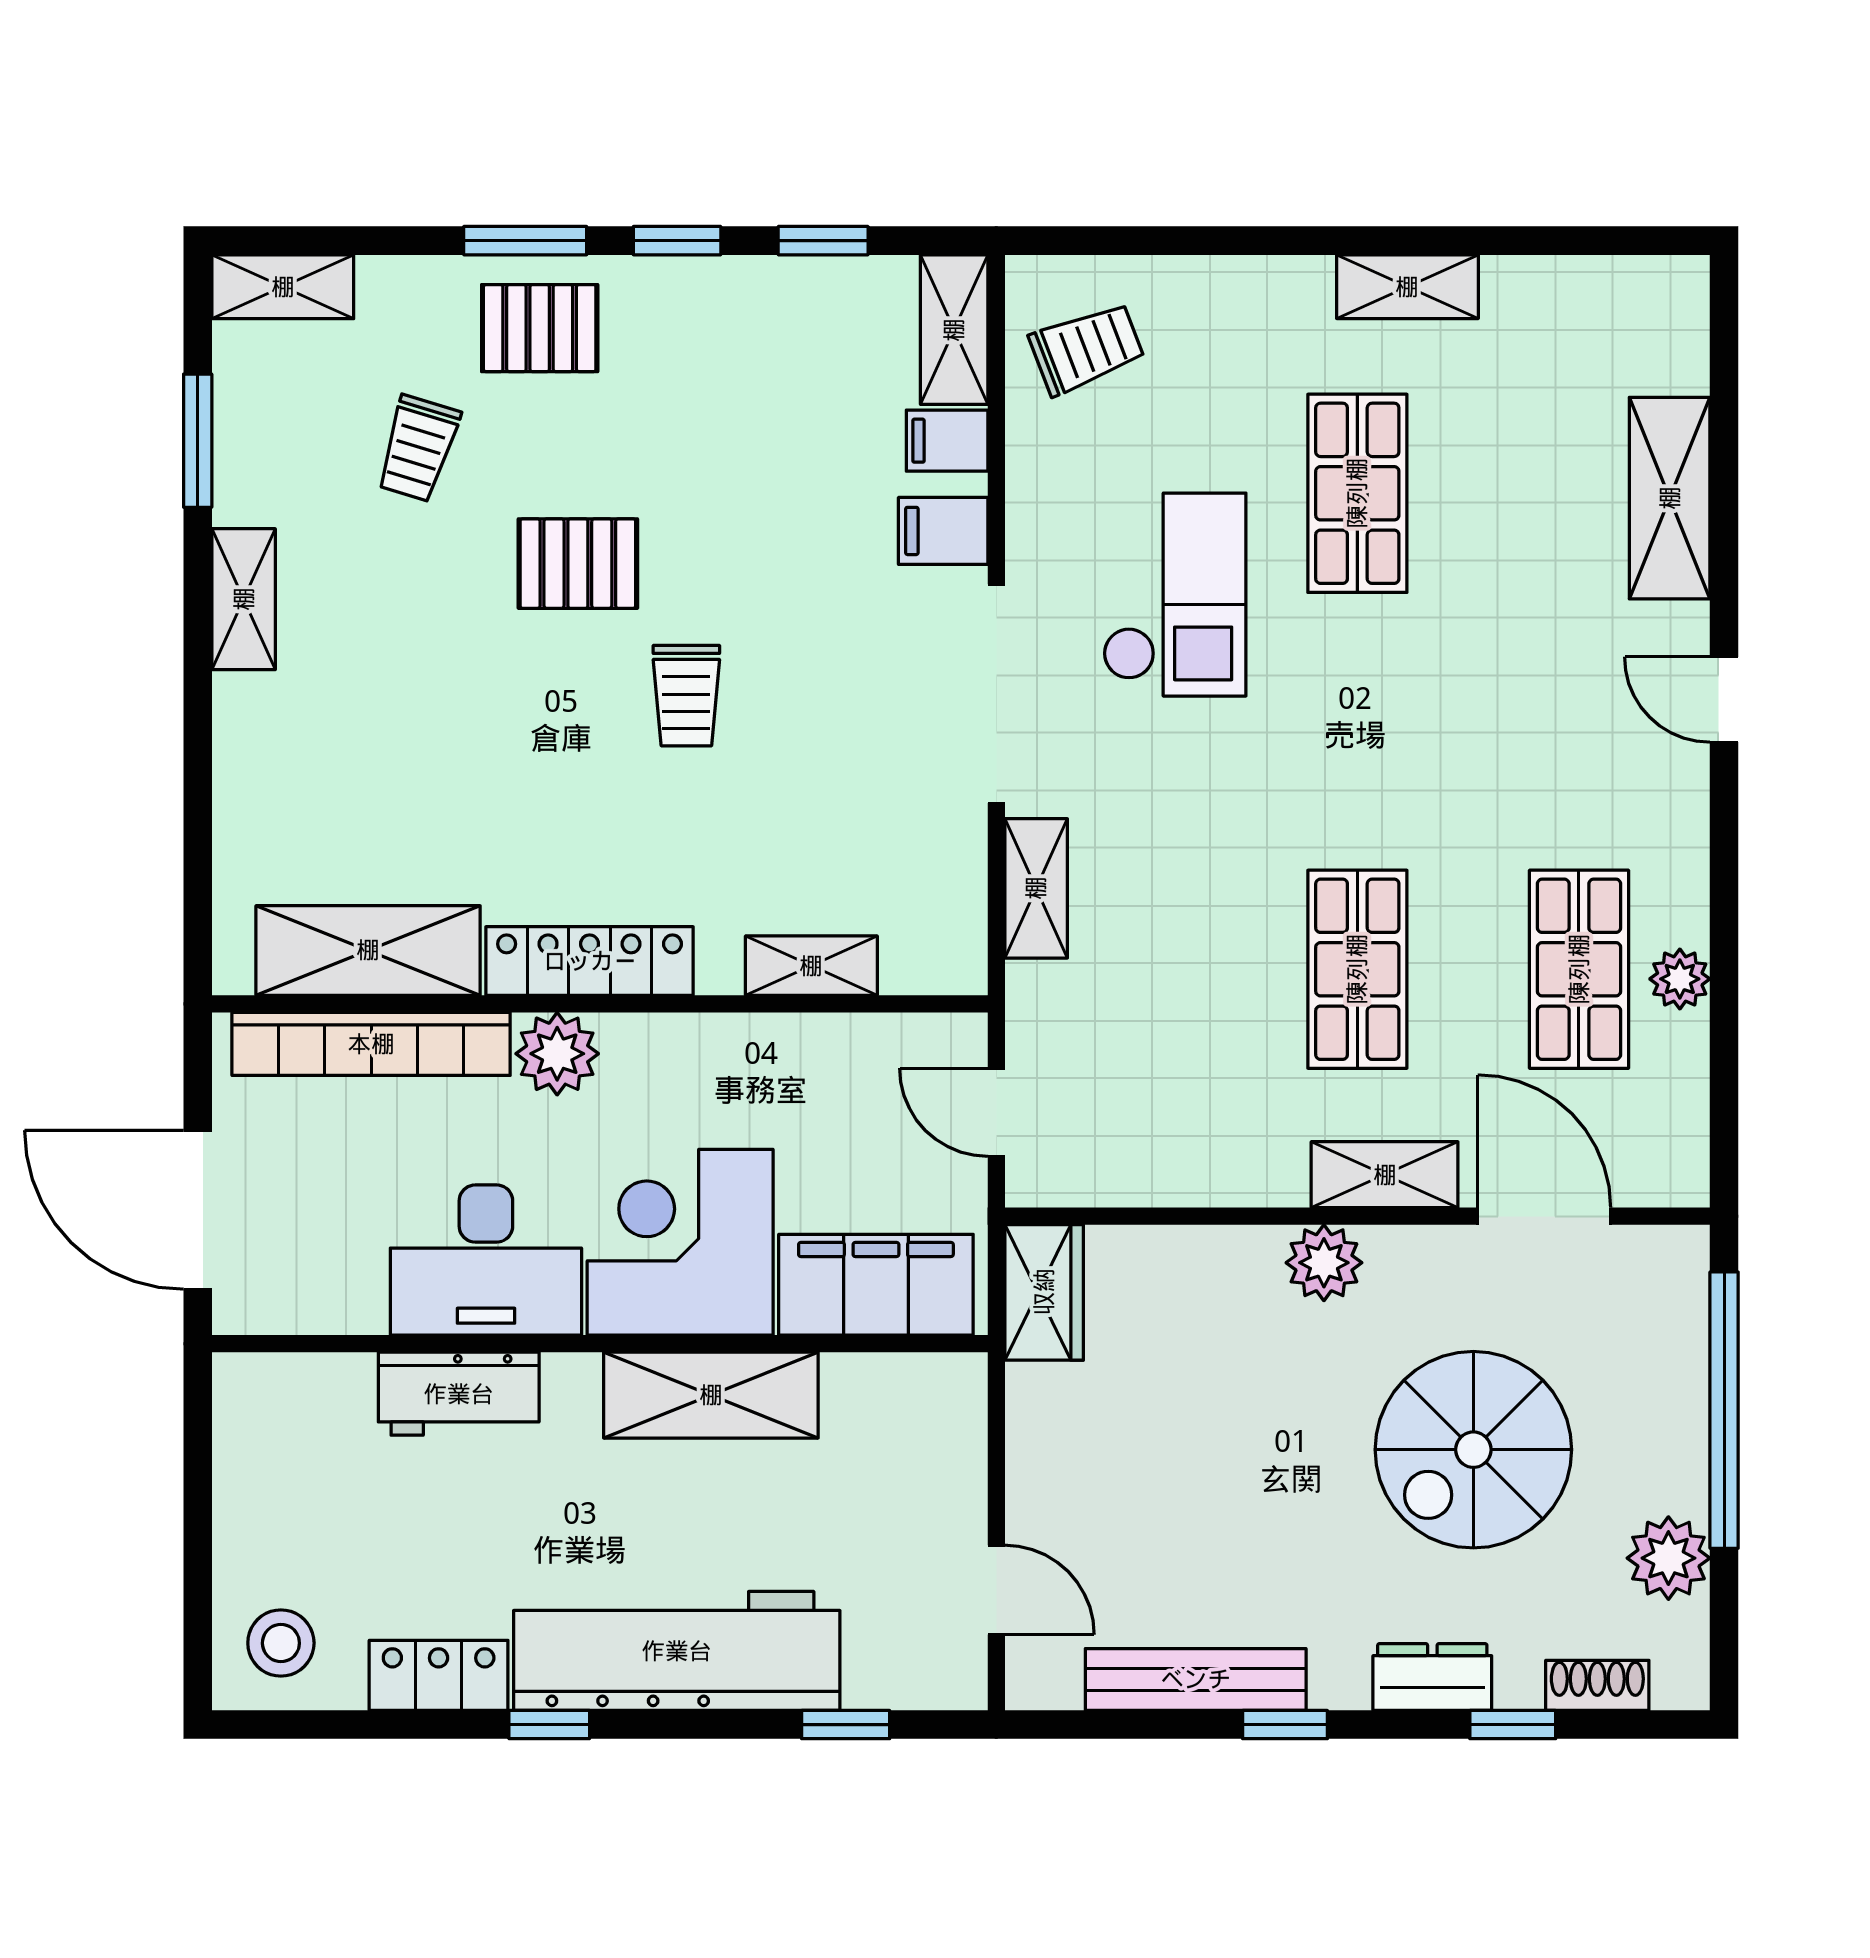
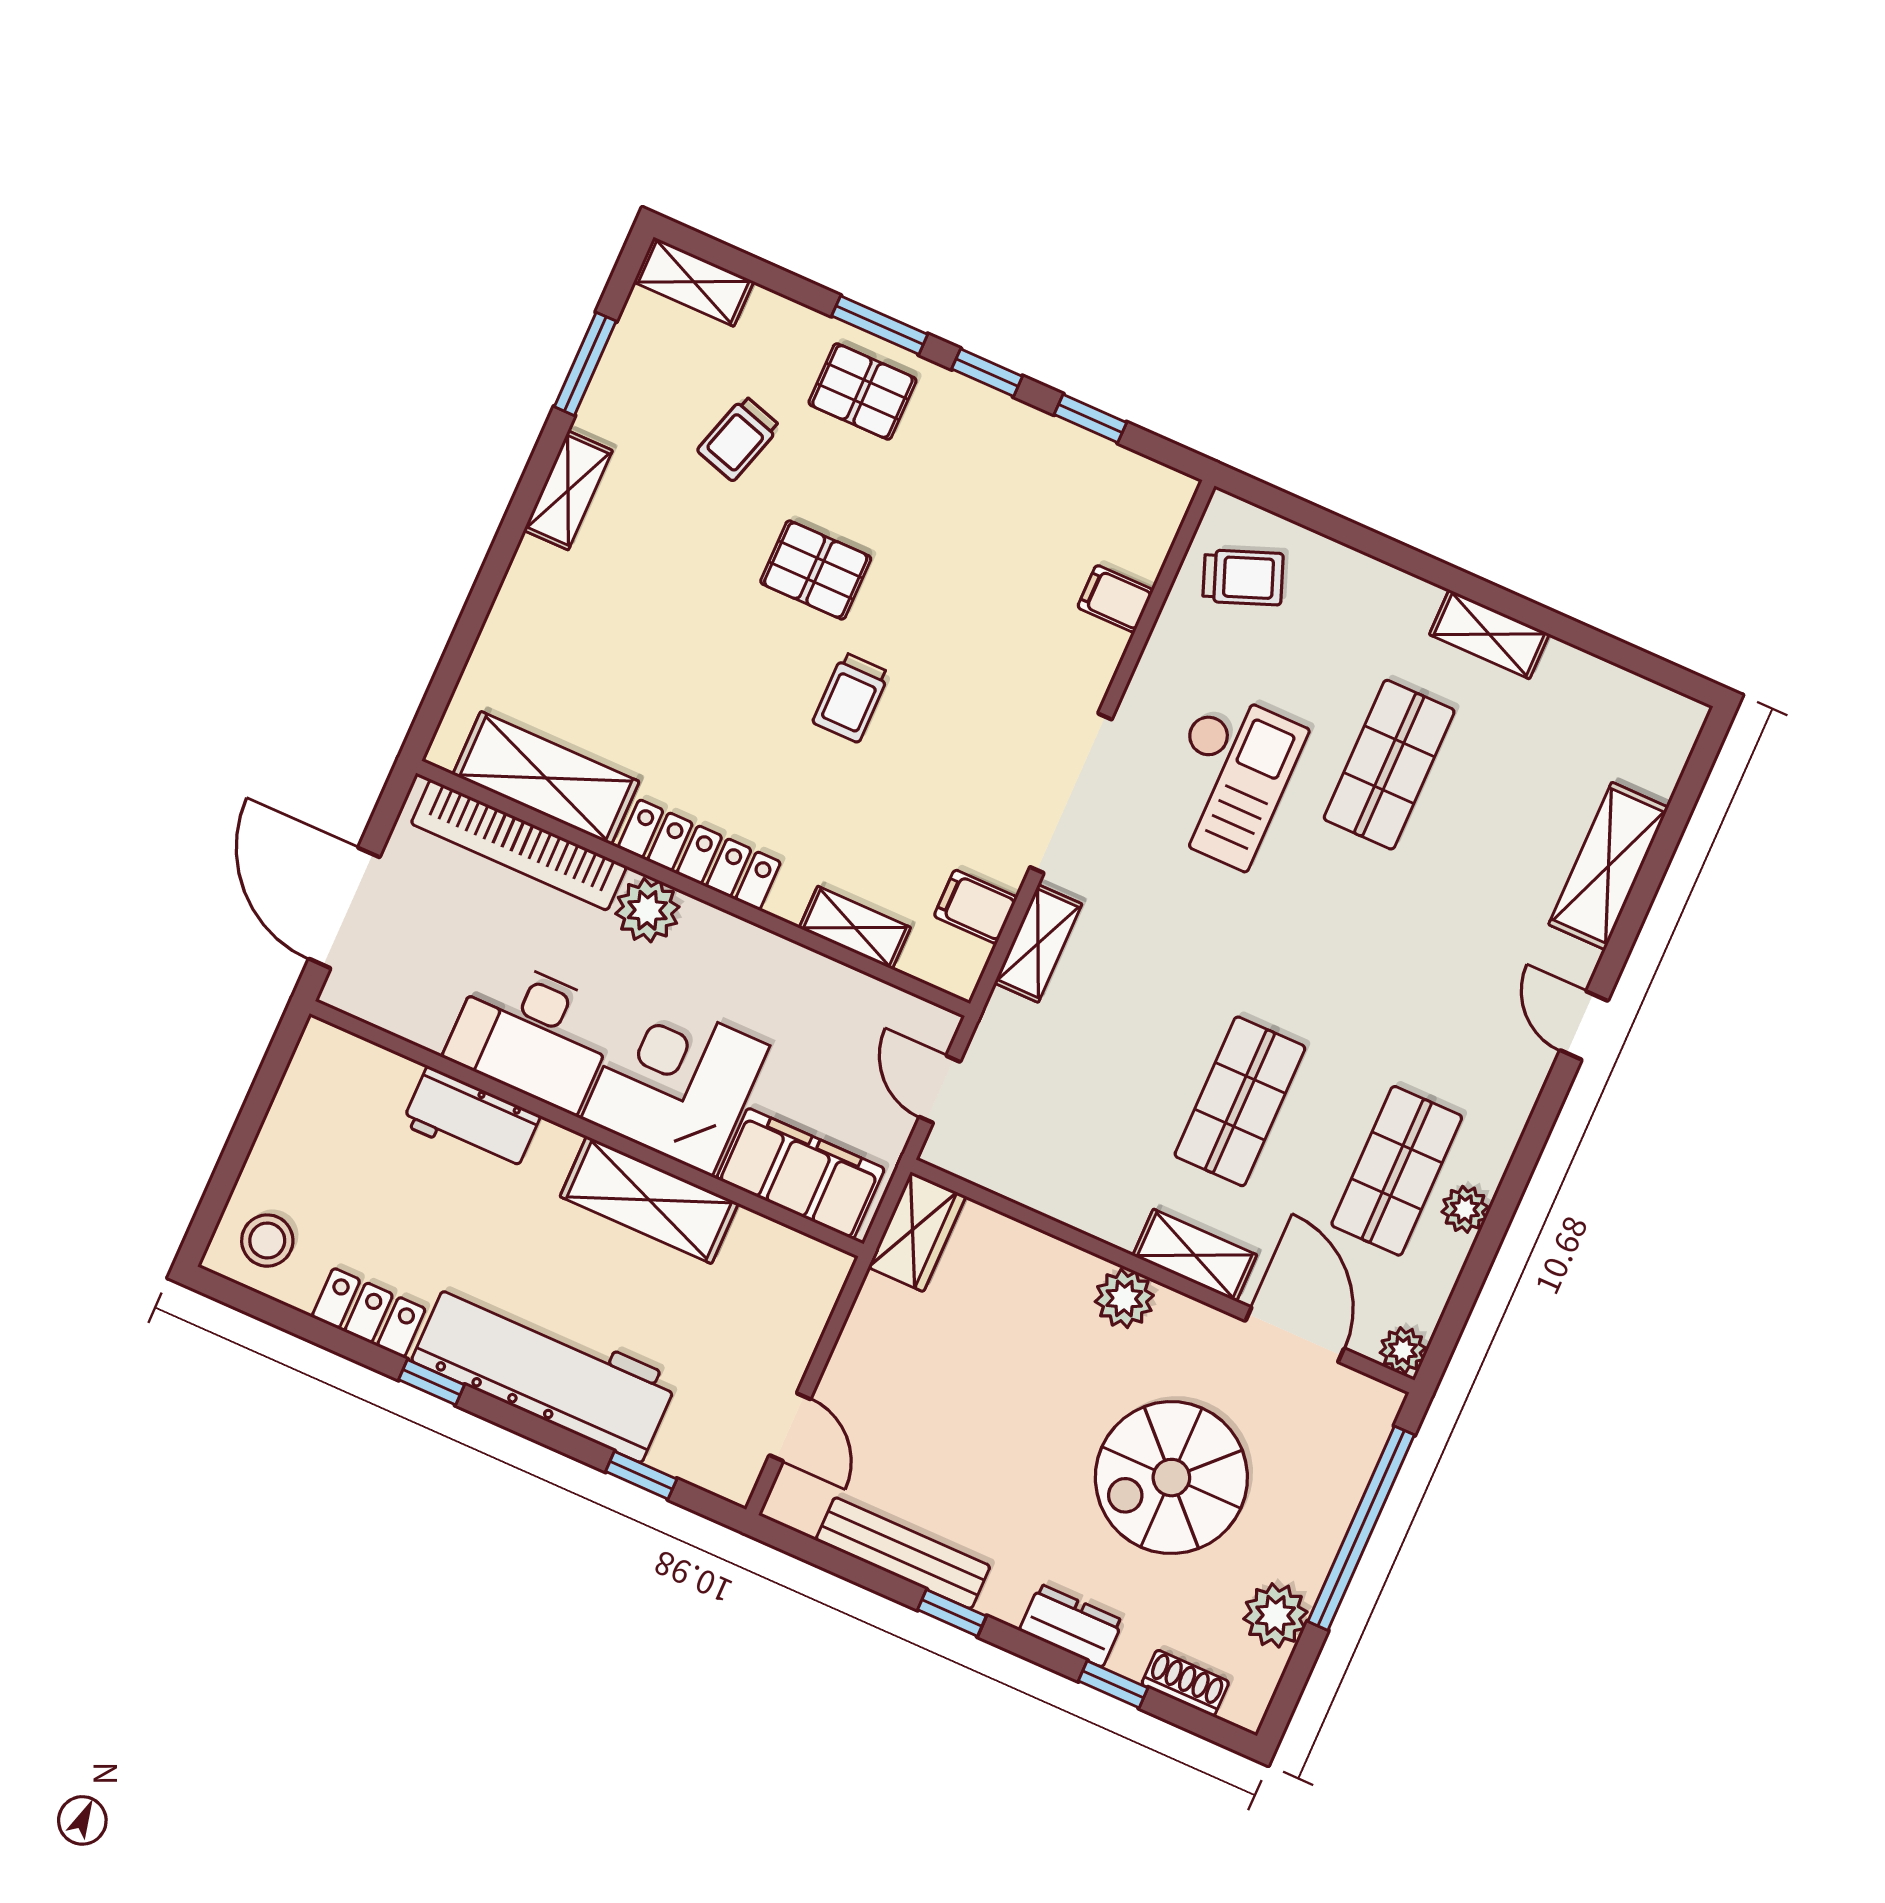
shelving: (954, 330) -> (1155, 522), removed
filing cabinet: (943, 531) -> (976, 907), moved
plant: (1680, 1178) -> (1403, 1350), added

